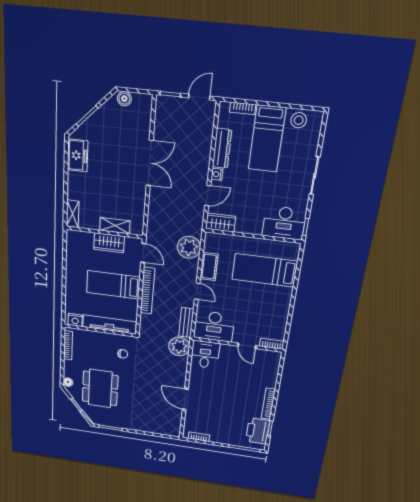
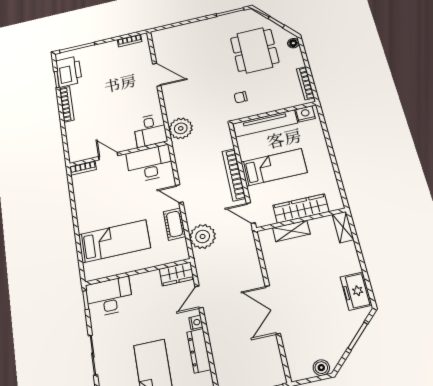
wardrobe: (109, 243) -> (301, 208), width x1.50
bench: (186, 323) -> (181, 157), removed

